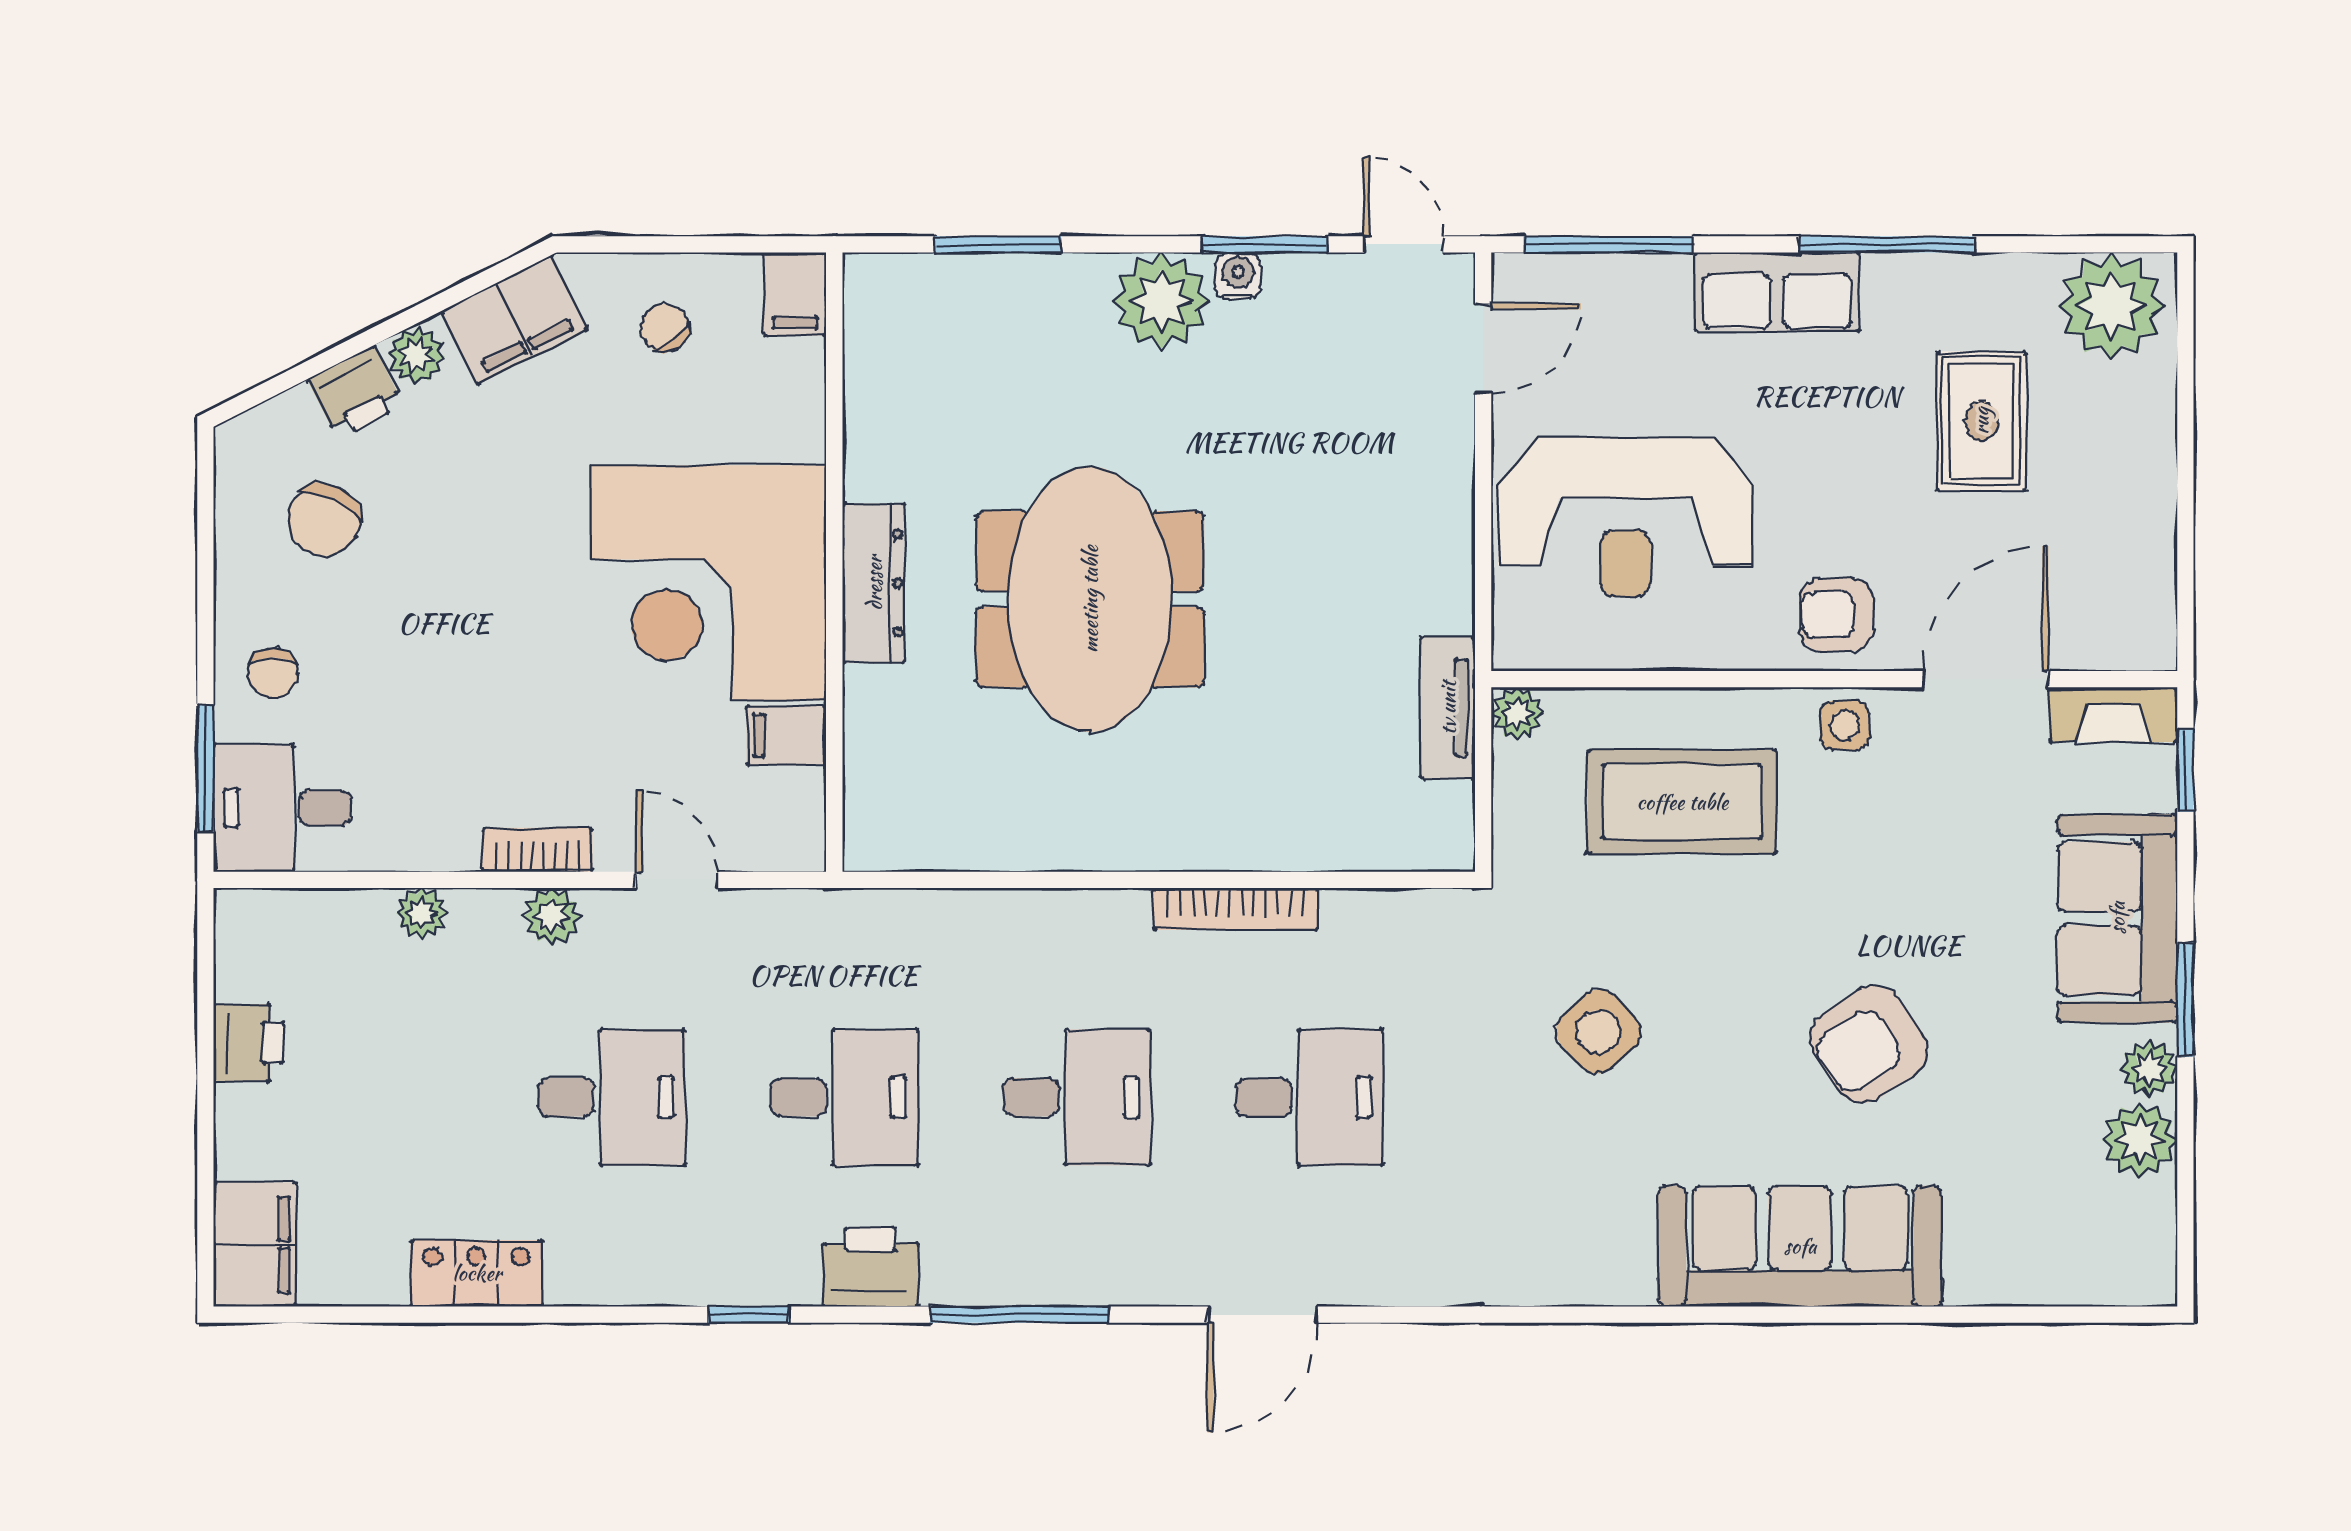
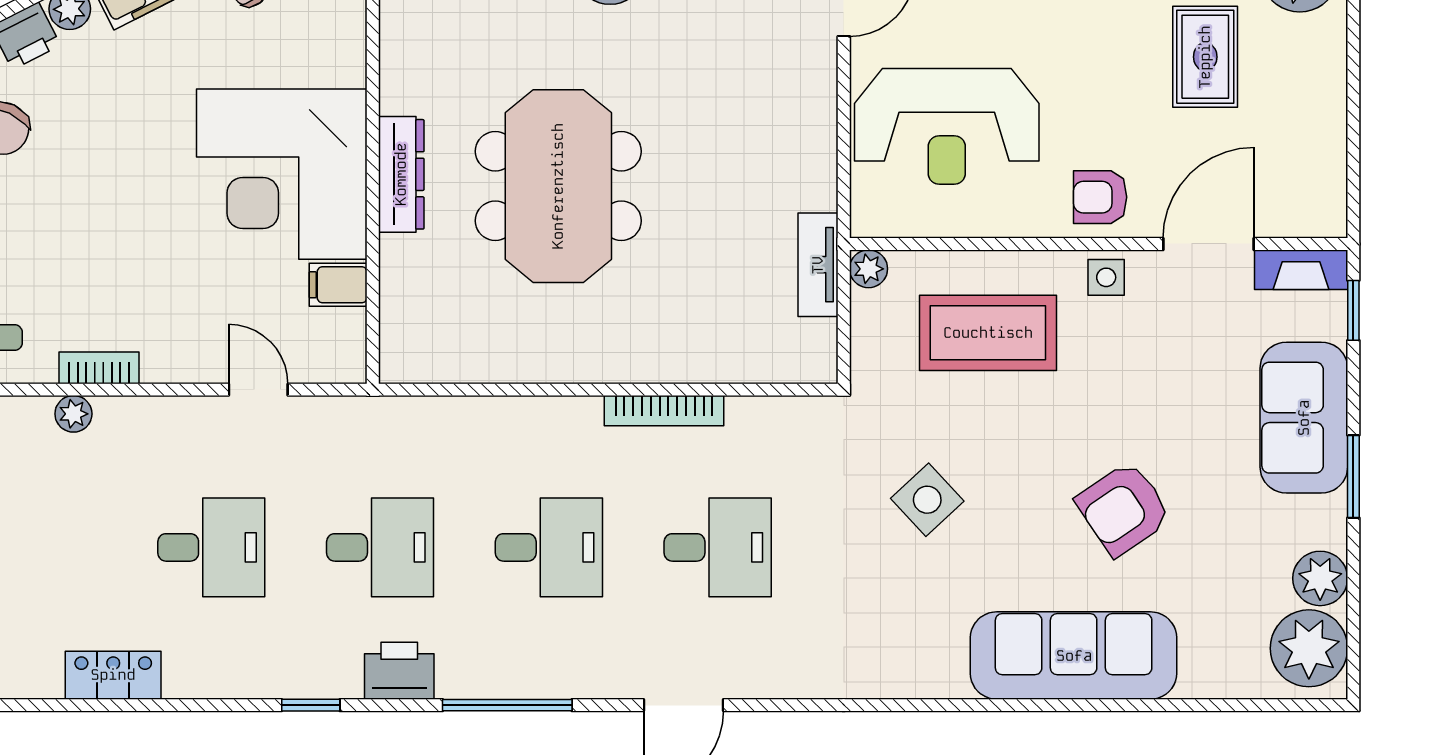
bookcase: (537, 850) -> (99, 368), moved
plant: (552, 917) -> (168, 416), removed
plant: (2149, 1069) -> (1309, 648), moved, width x1.88, depth x1.88

